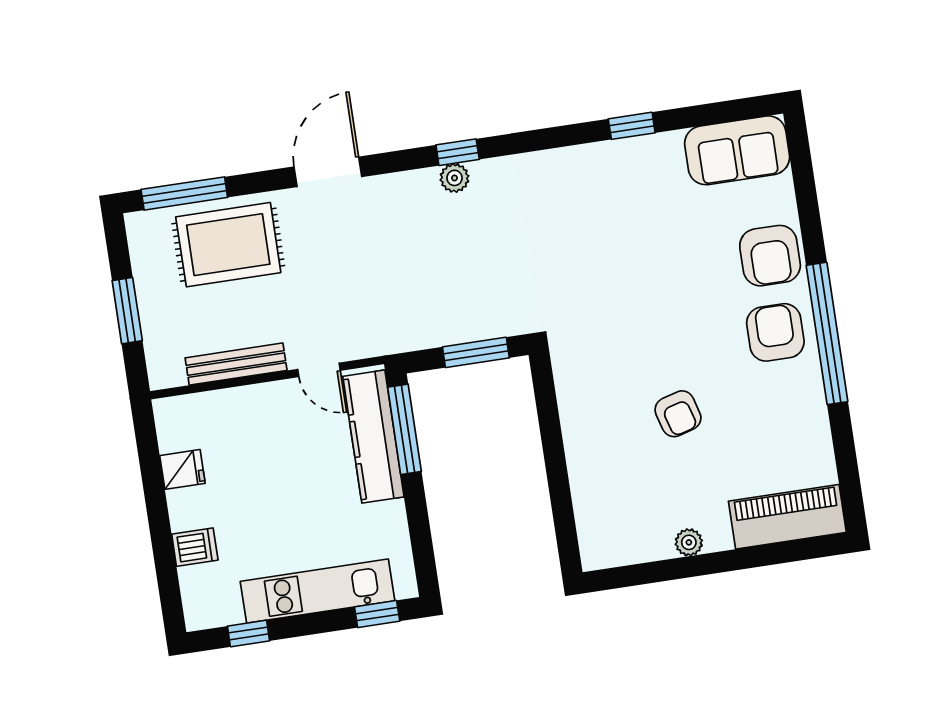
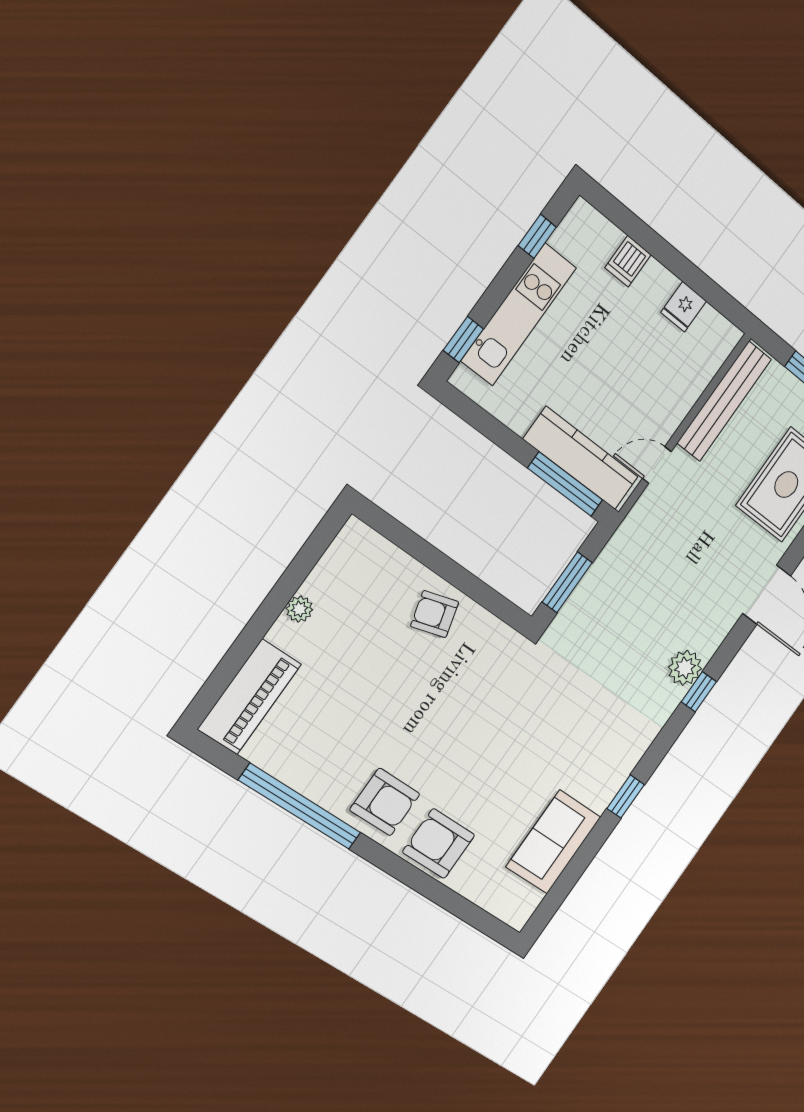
window: (632, 126) -> (626, 796), moved
sofa: (737, 150) -> (553, 842), moved
plant: (454, 178) -> (685, 668), width x1.38, depth x1.38
window: (827, 333) -> (300, 807), moved
bench: (236, 364) -> (724, 401), width x1.37, depth x1.21
armchair: (678, 414) -> (435, 614), moved

